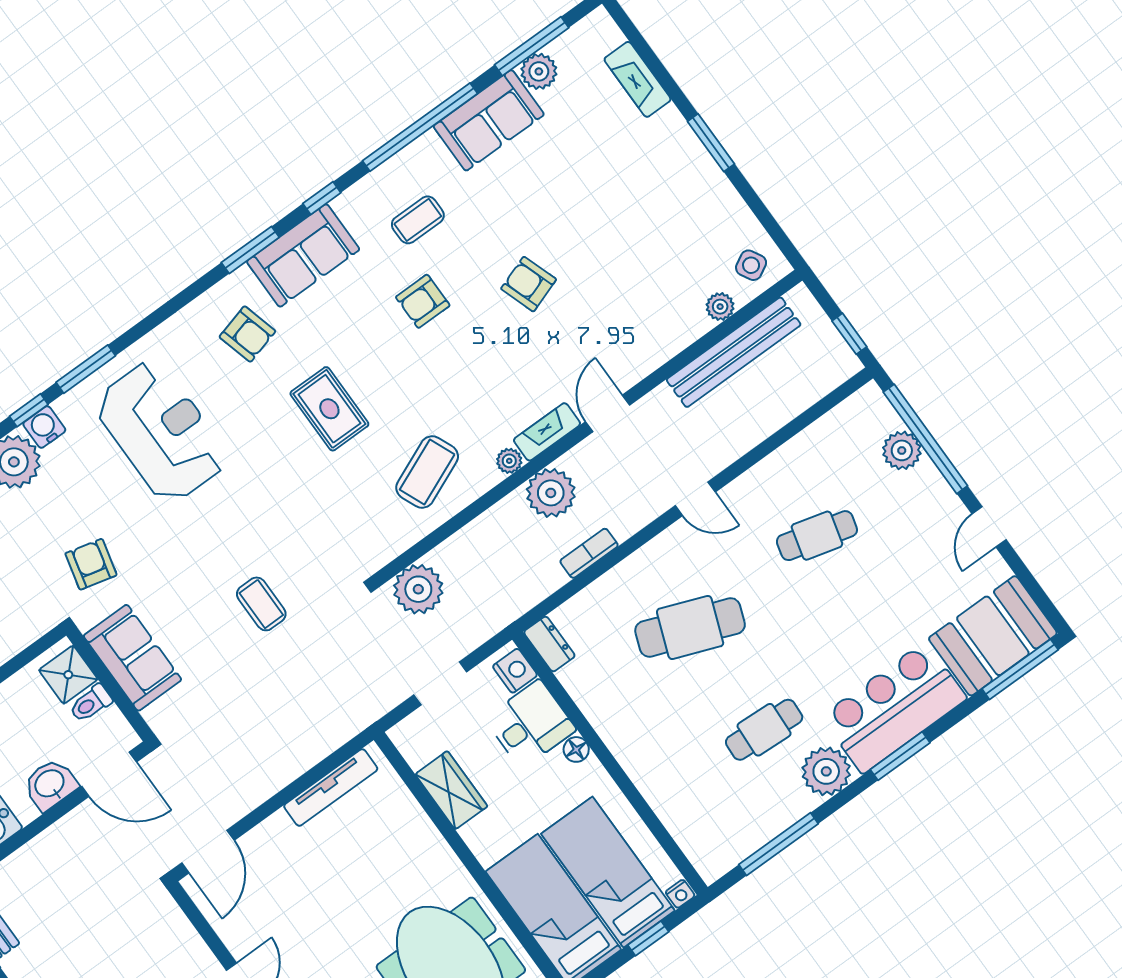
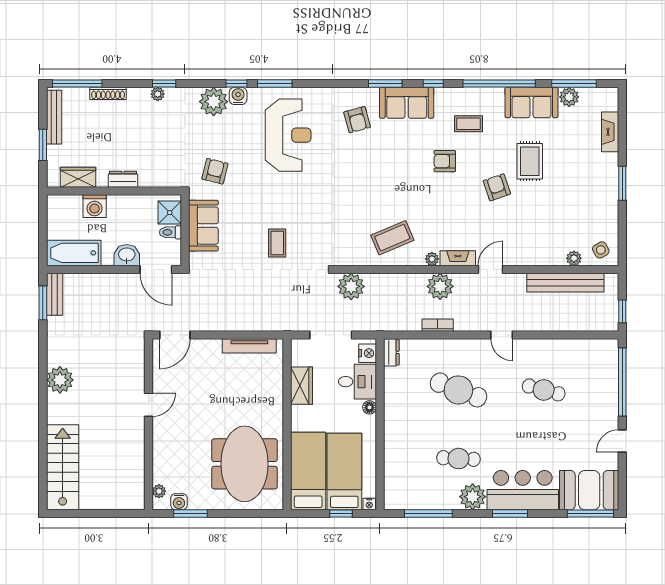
rug: (329, 409) -> (530, 161), moved
plant: (902, 450) -> (608, 380), removed
doorway: (440, 683) -> (331, 335), width x1.38

